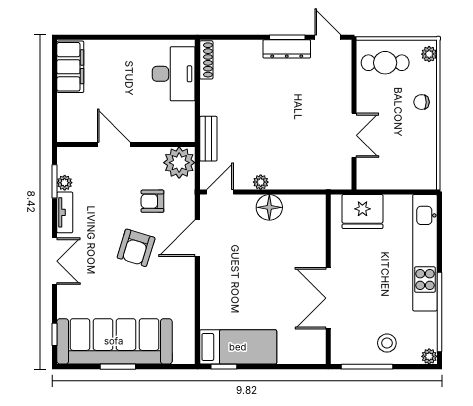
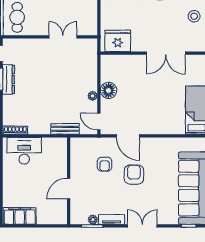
plant: (179, 163) -> (80, 147), removed
fridge: (362, 212) -> (118, 41), moved, turned -90
armchair: (136, 248) -> (134, 175), turned -107

